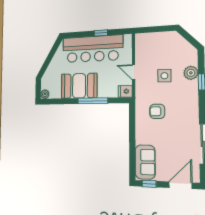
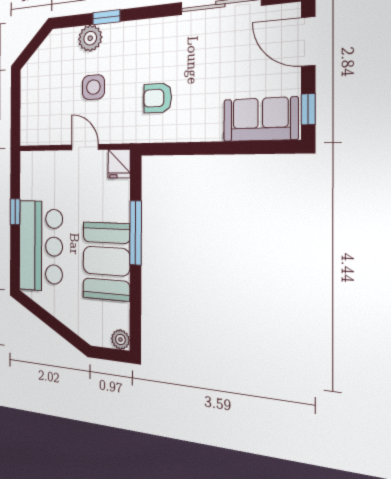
bar counter: (92, 49) -> (41, 246), width x0.73
door: (134, 72) -> (85, 147), swing flipped
armchair: (157, 111) -> (158, 98), turned 90

